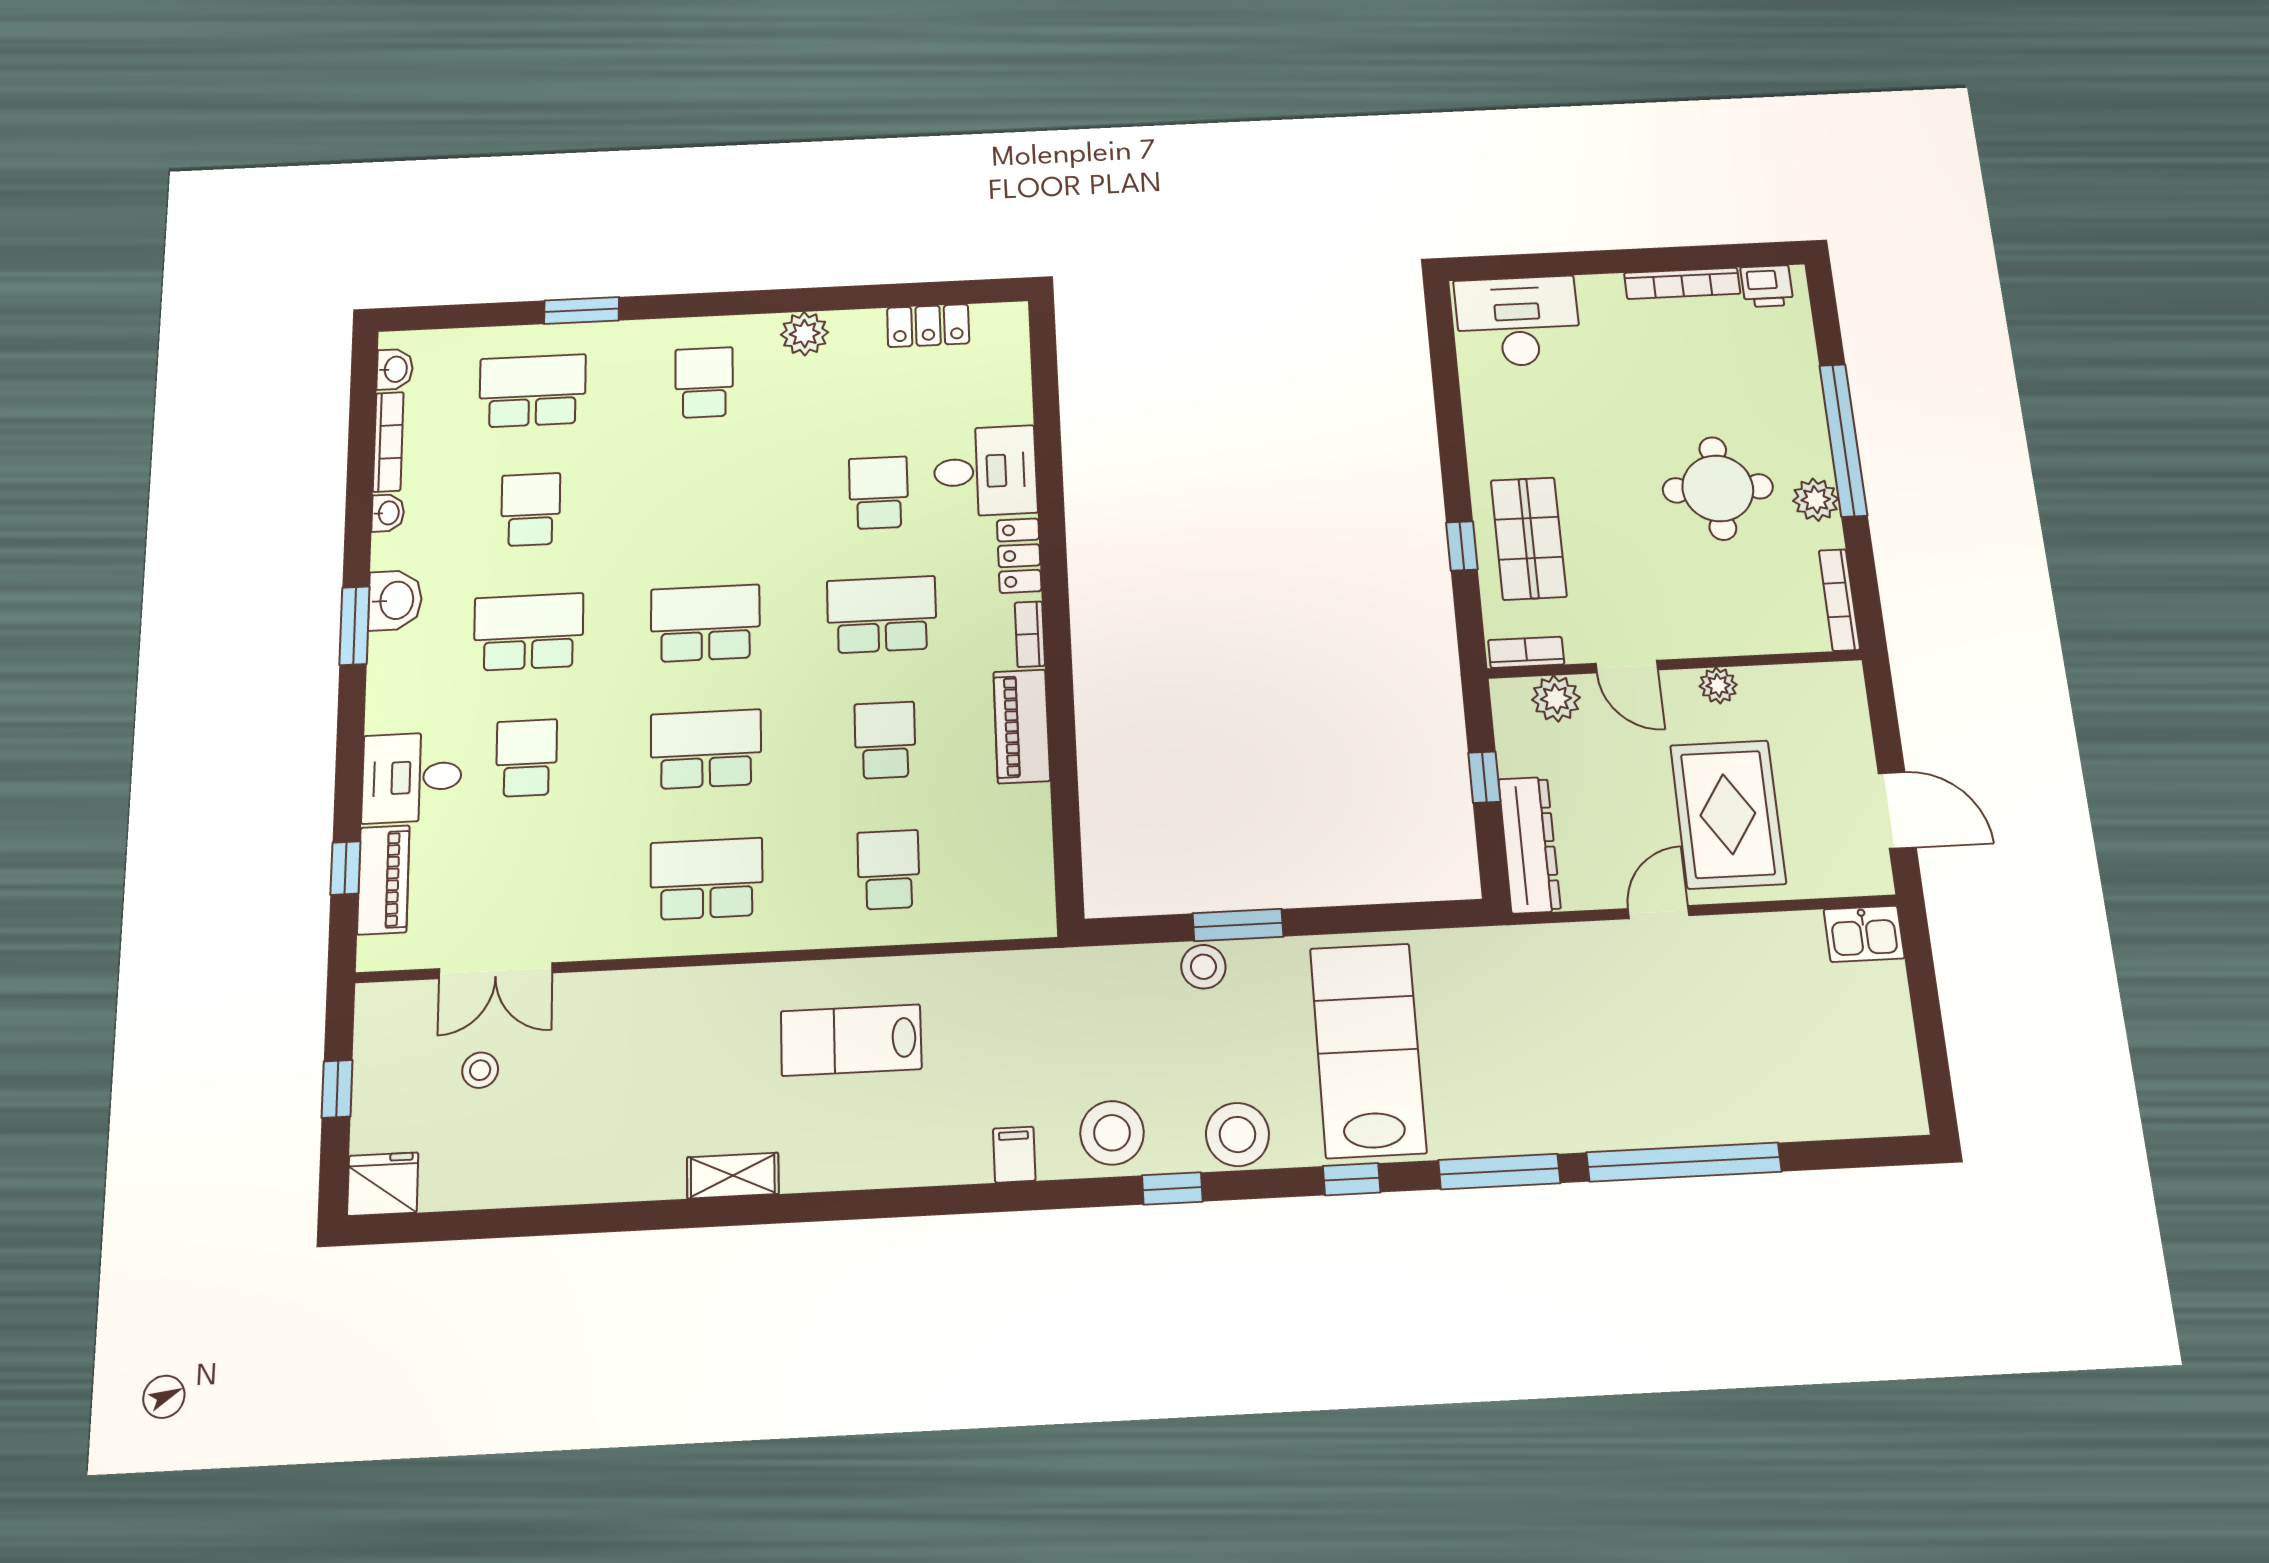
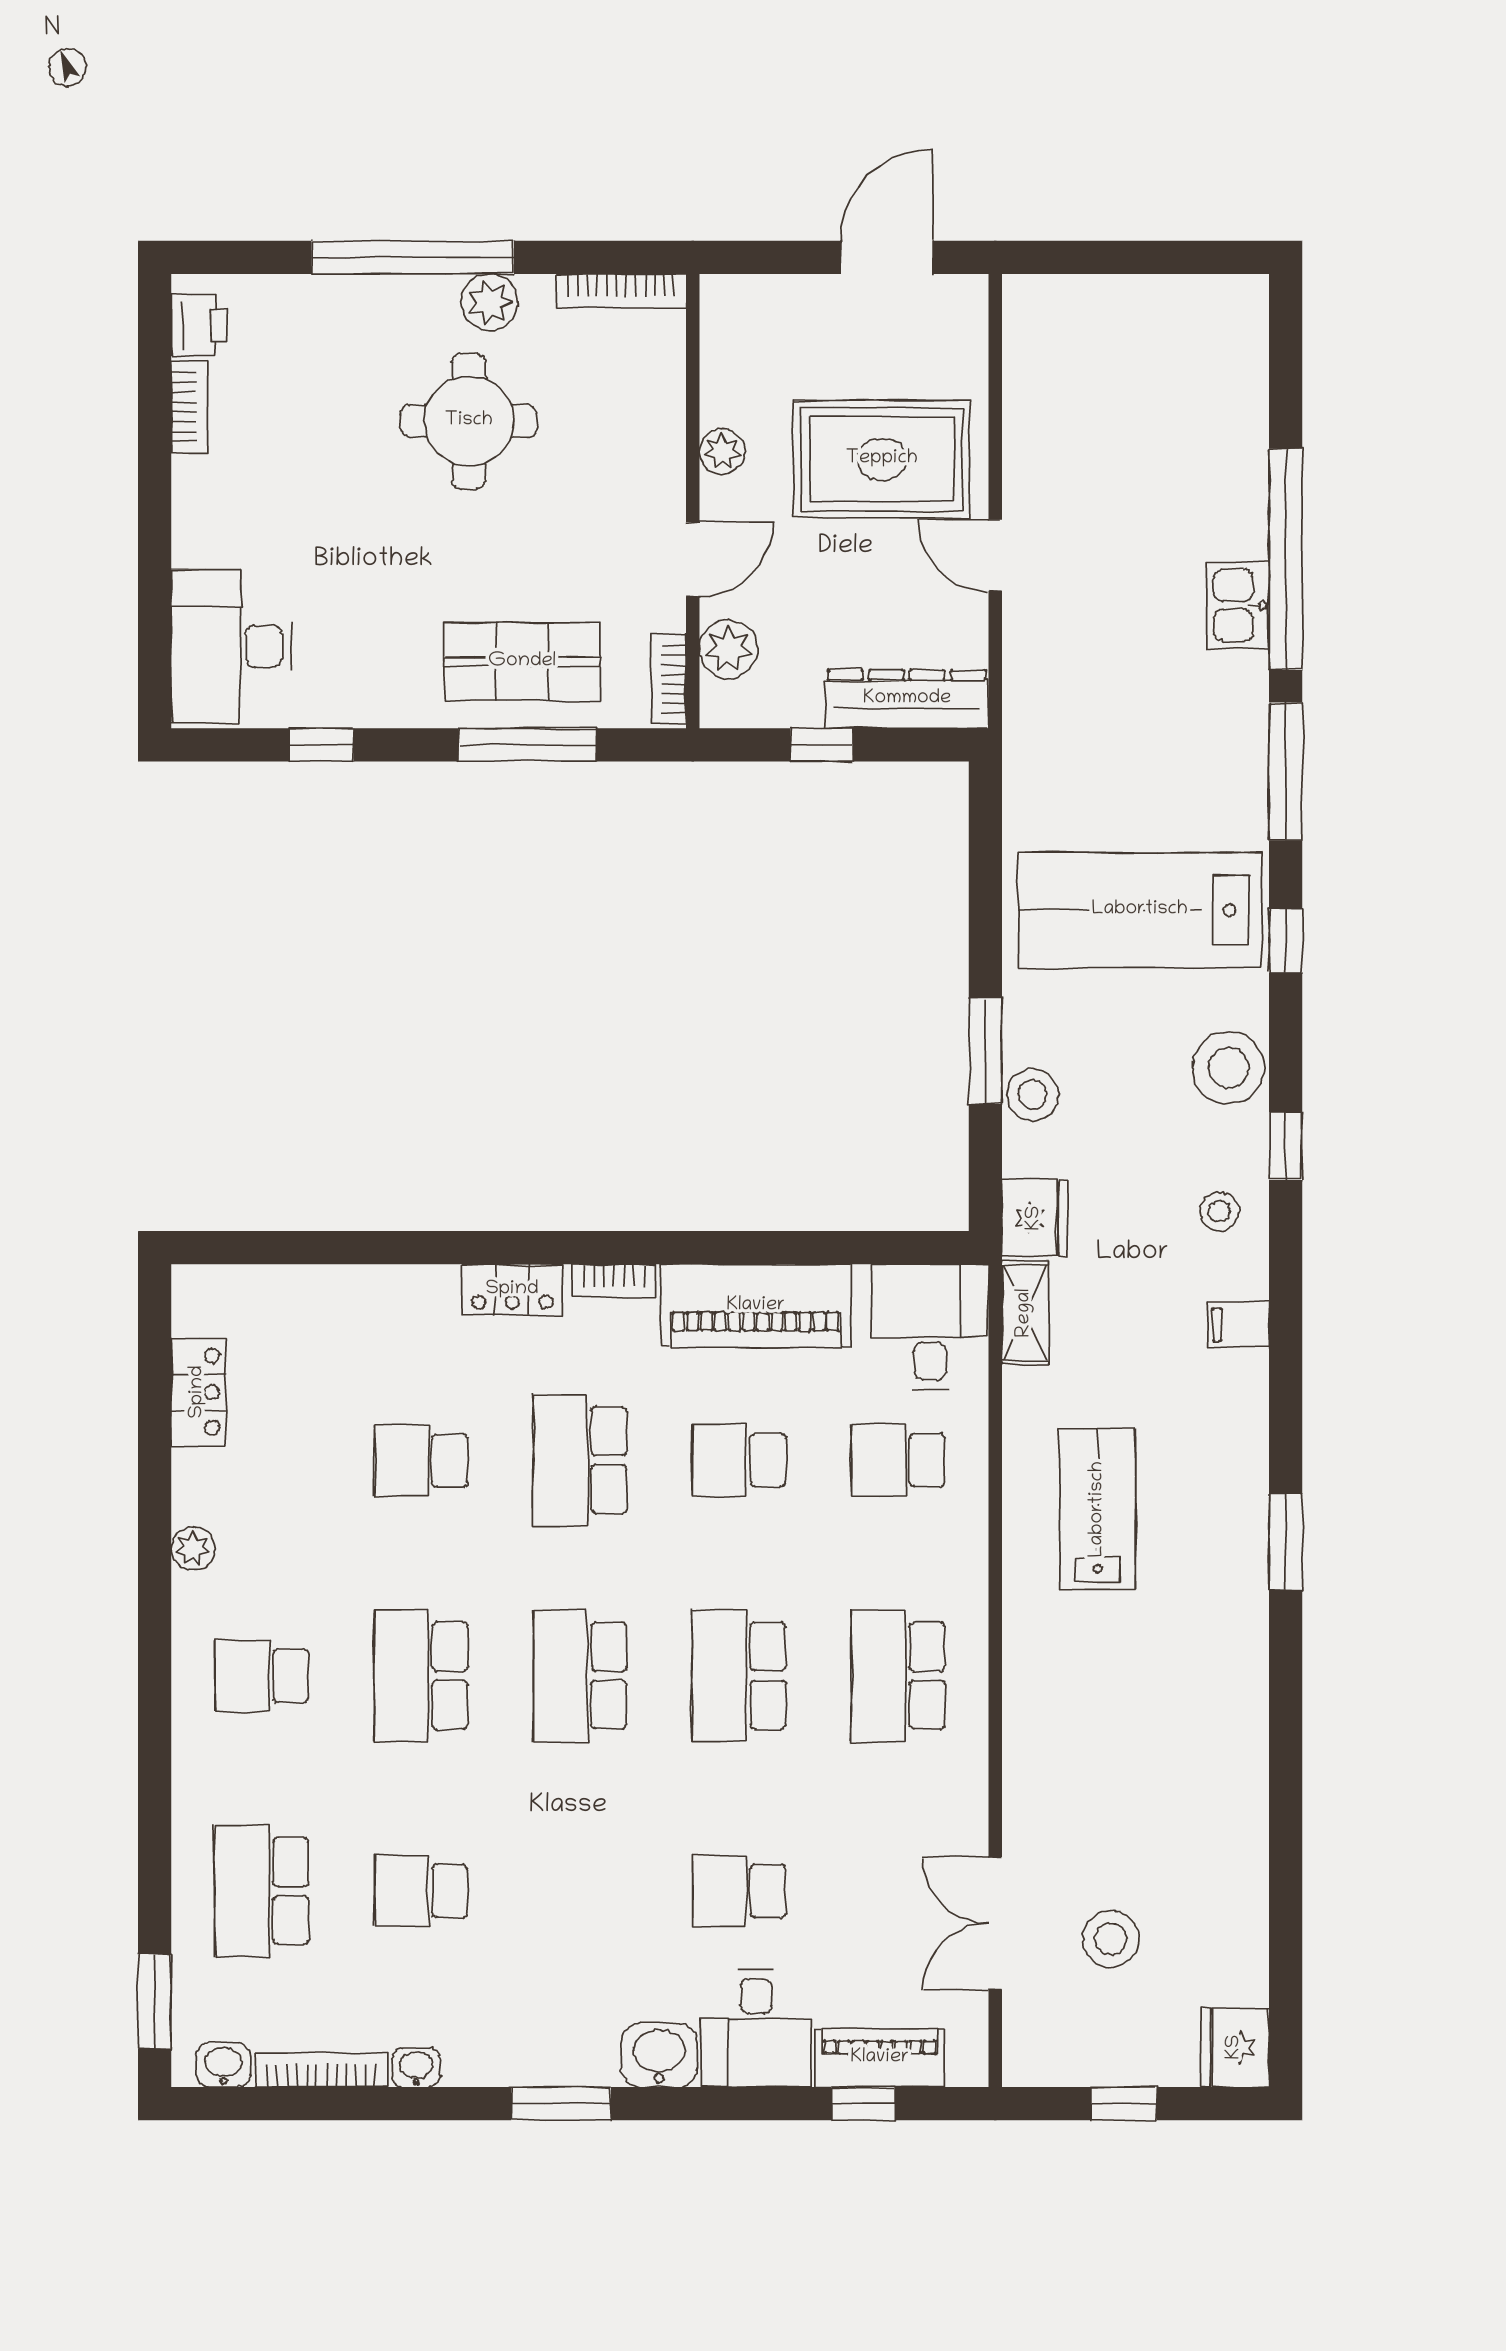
bookcase: (1682, 283) -> (190, 407), width x0.64
window: (582, 310) -> (155, 2001), moved
plant: (805, 334) -> (193, 1548), width x0.73, depth x0.73
window: (1447, 391) -> (321, 745), added
desk: (985, 471) -> (930, 1327), moved
window: (1462, 546) -> (528, 745), width x2.17
washbasin: (395, 600) -> (659, 2055), moved
school desk: (529, 632) -> (421, 1676), moved
piano: (1022, 726) -> (756, 1306), width x1.37, depth x1.33
kitchen sink: (1864, 934) -> (1238, 605), moved, turned 180
double door: (496, 971) -> (995, 1923), swing flipped
fridge: (1098, 974) -> (1035, 1218), added
lab bench: (851, 1040) -> (1098, 1509), turned 180
stool: (480, 1070) -> (1111, 1939), width x1.37, depth x1.37
stool: (1112, 1133) -> (1219, 1212), width x0.53, depth x0.53
shelving: (733, 1176) -> (1025, 1313), moved
window: (826, 1206) -> (1286, 1542), added

